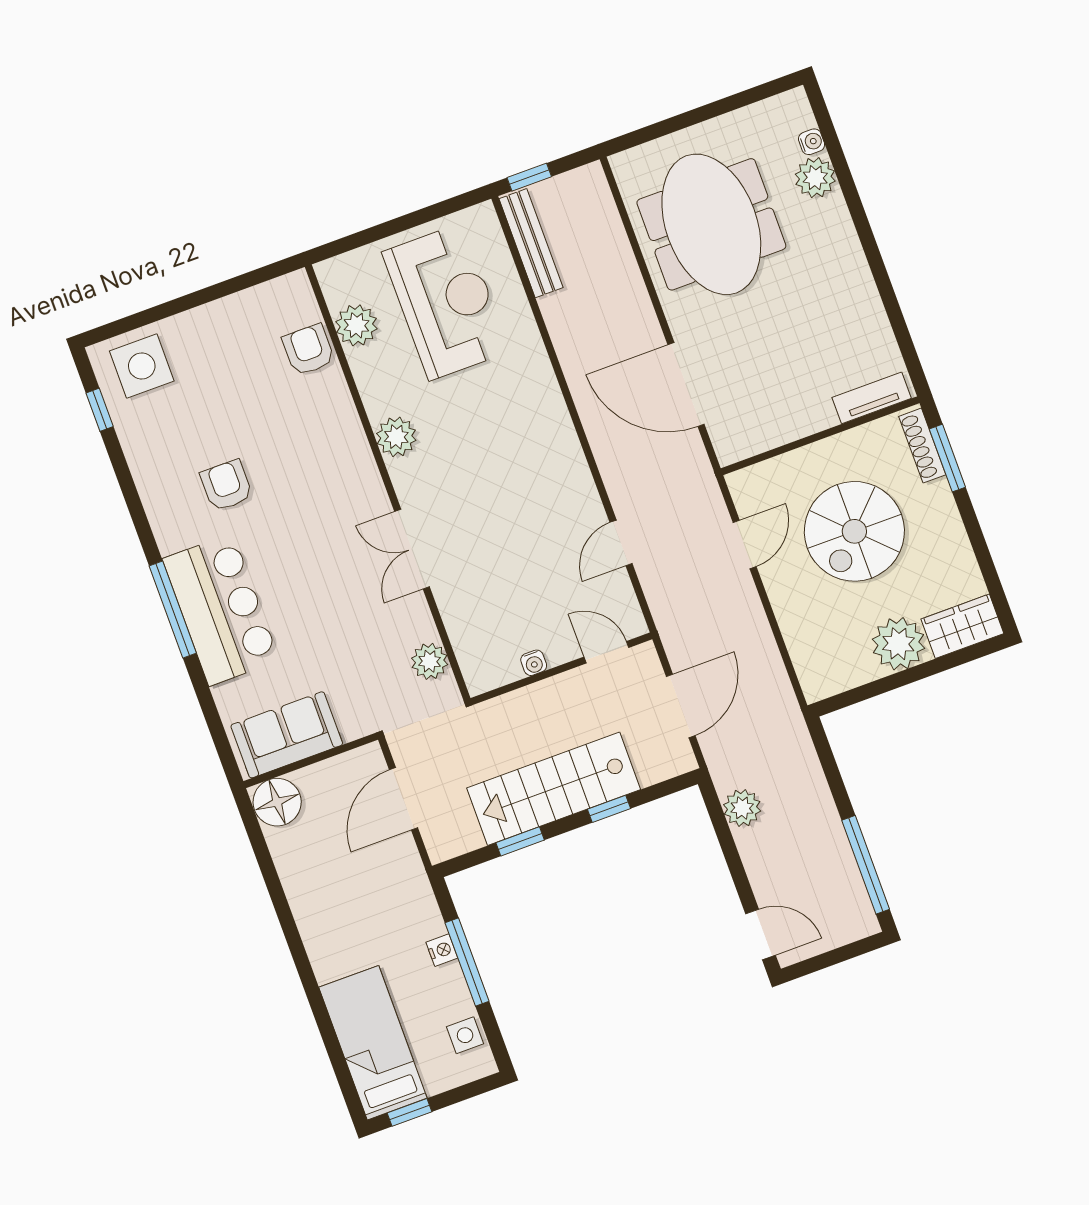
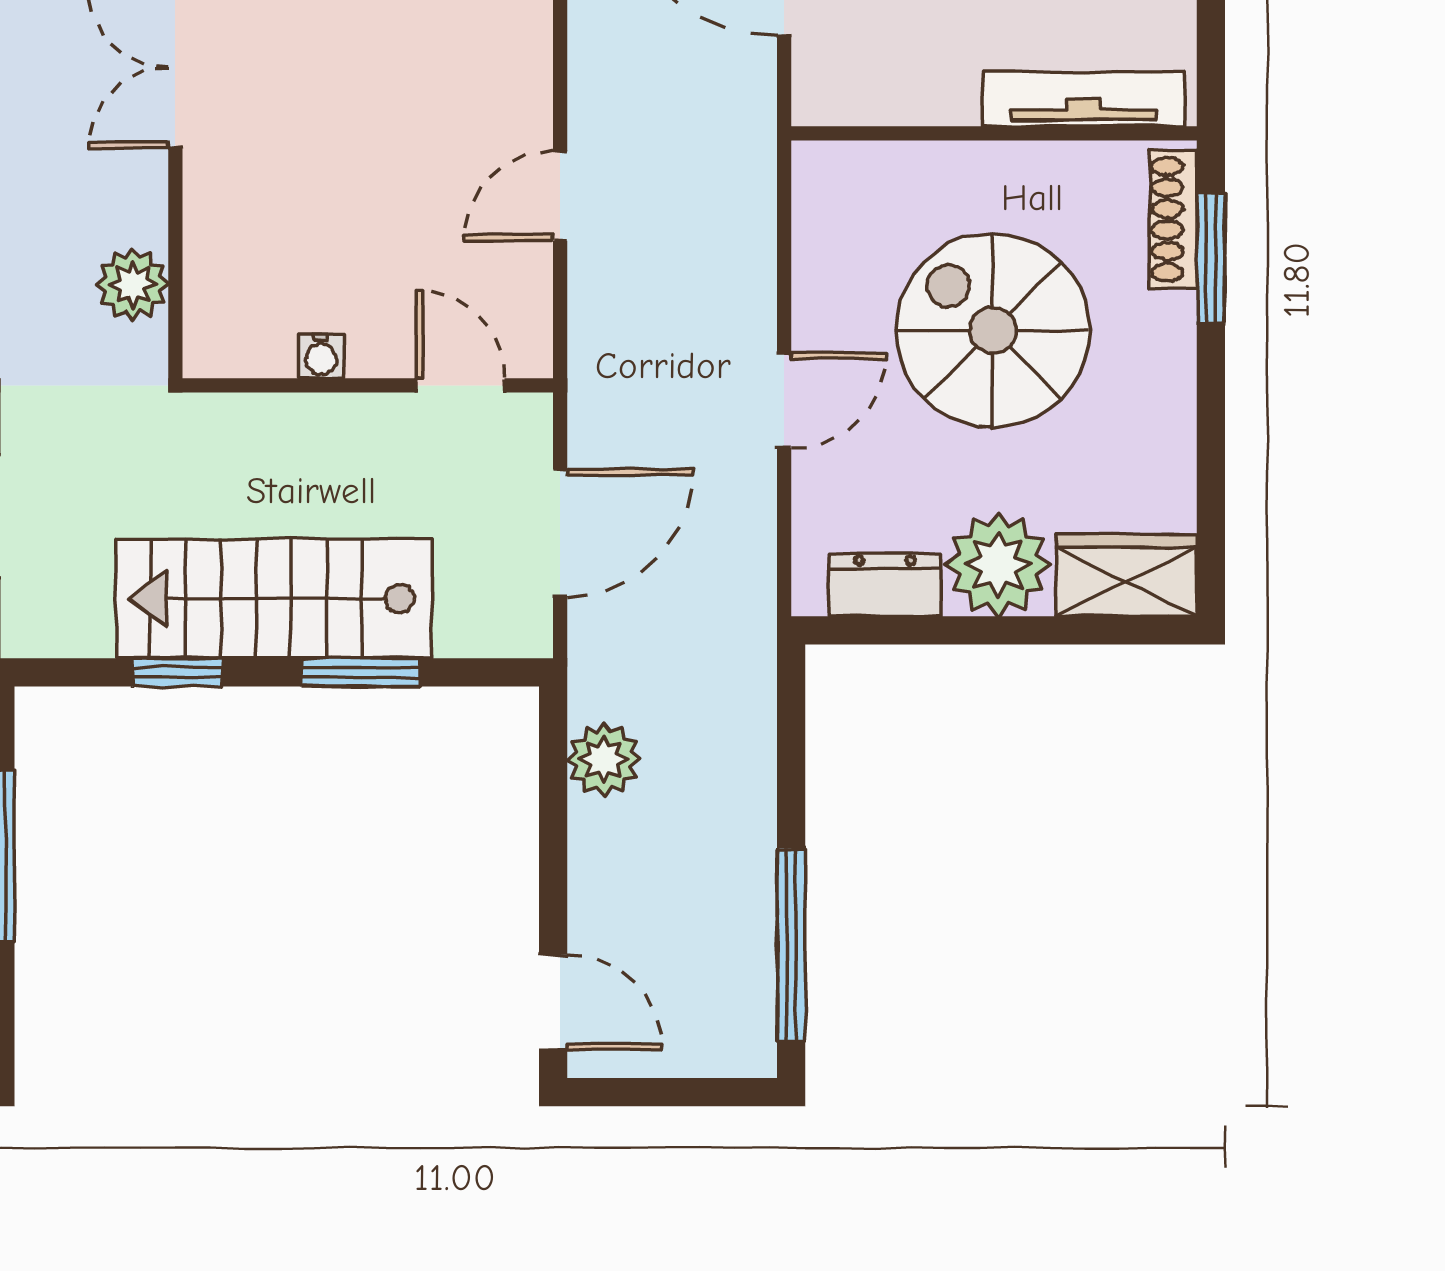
tv unit: (872, 398) -> (1084, 99), width x1.41
spiral stairs: (854, 531) -> (993, 330), turned 90
door: (745, 545) -> (784, 400), moved
dresser: (847, 674) -> (885, 585), added
window: (609, 809) -> (361, 672), width x1.50

